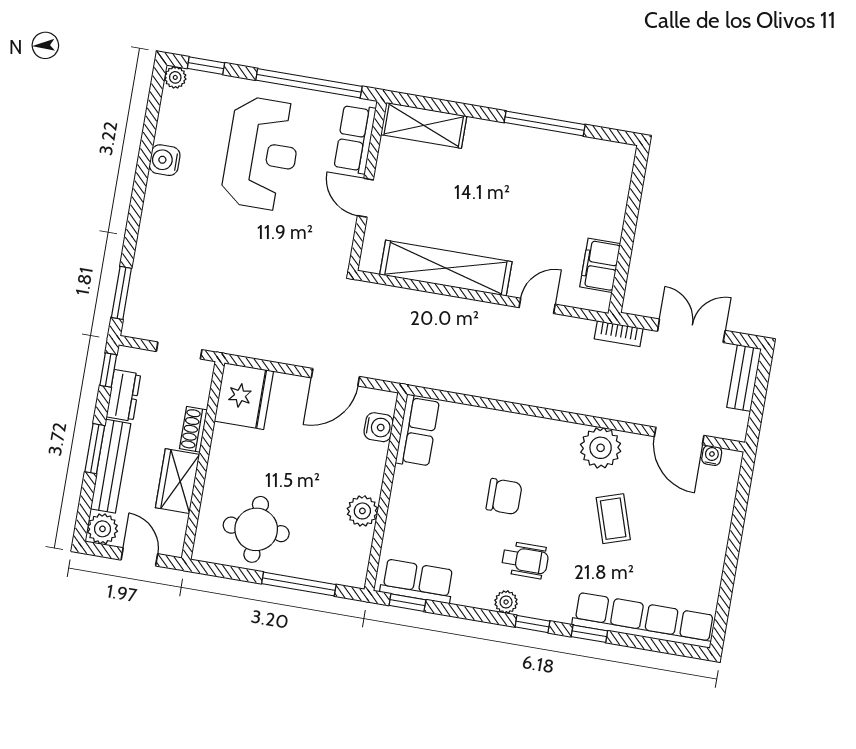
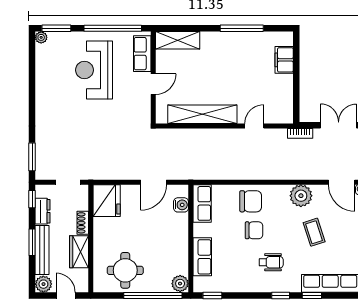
window: (206, 66) -> (56, 28), width x1.50
reception desk: (262, 154) -> (94, 70), turned 180
water cooler: (165, 160) -> (43, 82), removed
door: (365, 198) -> (153, 84), swing flipped
filing cabinet: (600, 265) -> (284, 60), moved
chair: (507, 442) -> (251, 201), added
plant: (362, 511) -> (180, 284), moved
row of seats: (417, 581) -> (202, 257), moved, turned 90
window: (299, 584) -> (153, 296), width x1.46
plant: (506, 602) -> (265, 286), removed

